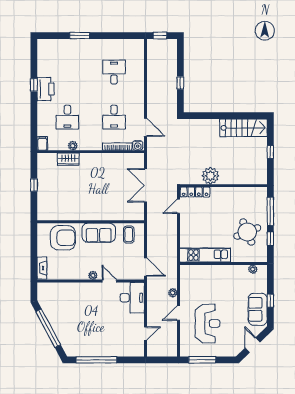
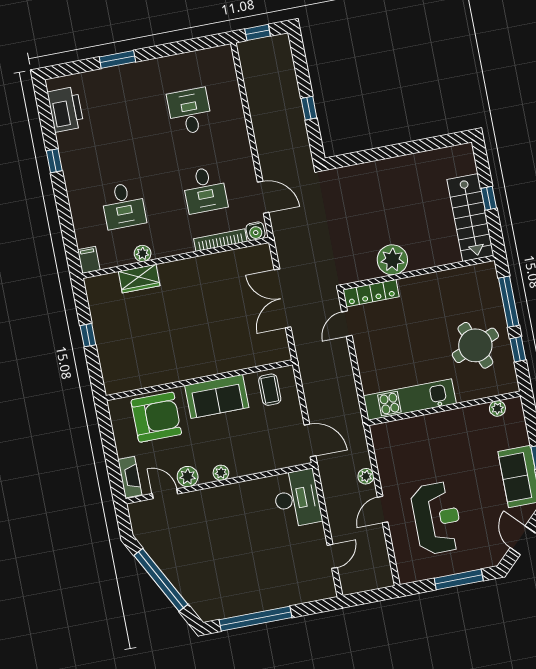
printer: (46, 89) -> (66, 109), moved
stairs: (243, 128) -> (470, 217), moved, turned 90
plant: (74, 274) -> (188, 477), added
door: (109, 281) -> (165, 494), moved
window: (202, 360) -> (459, 579), moved

